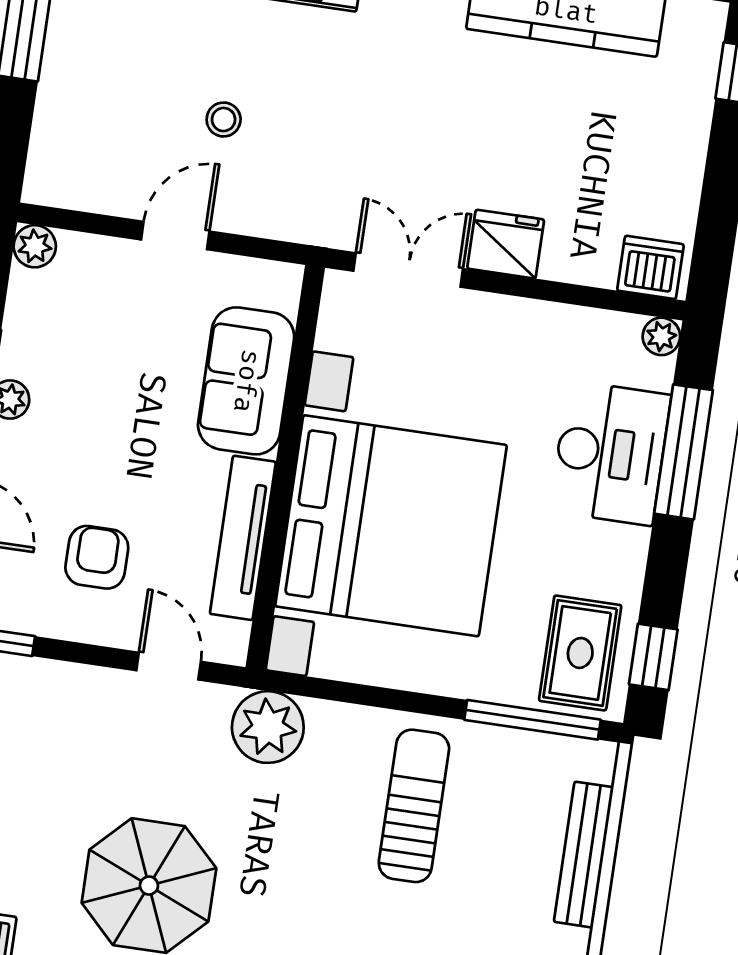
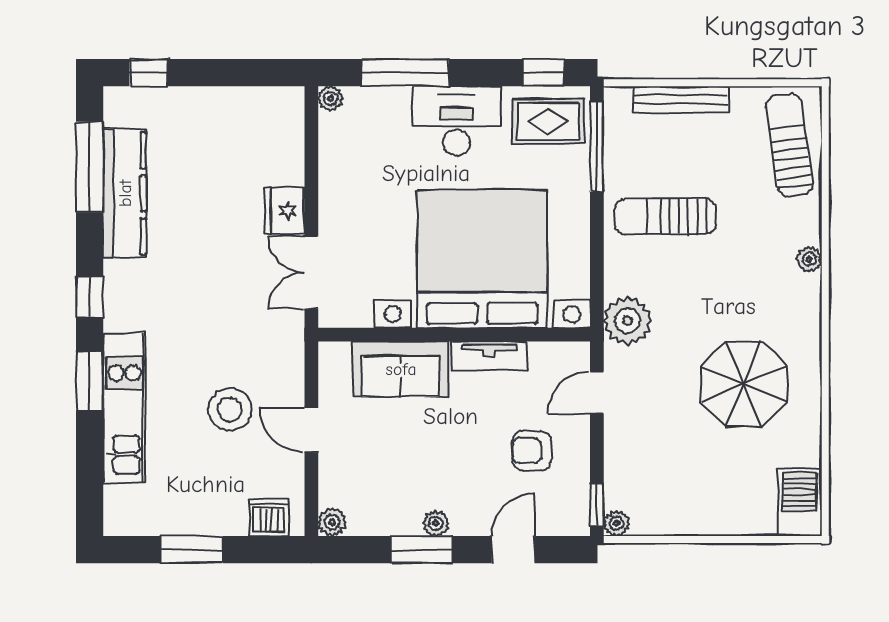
stool: (224, 120) -> (230, 409), width x1.89, depth x1.89
dishwasher: (650, 267) -> (269, 518), moved, turned 90
desk: (610, 453) -> (456, 121), moved
tv unit: (243, 538) -> (489, 356), width x0.71

